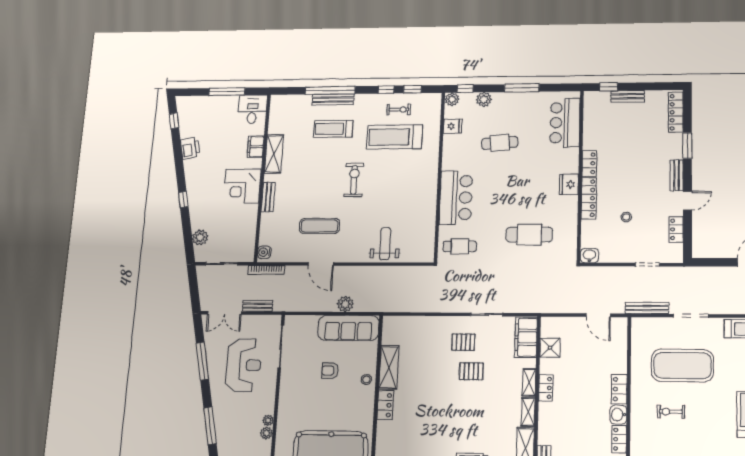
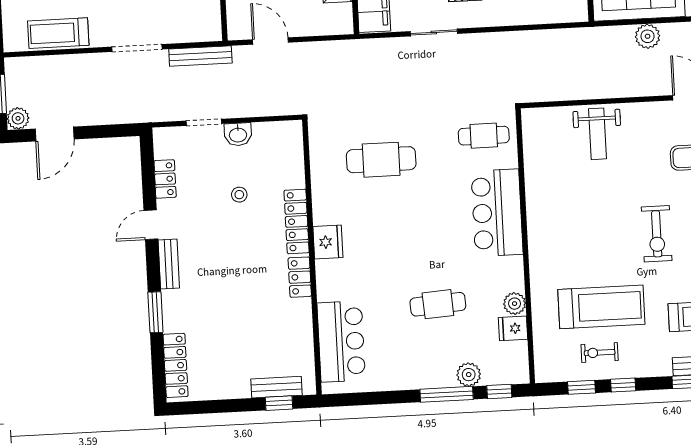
window: (522, 88) -> (447, 394), moved
bench: (628, 96) -> (276, 387), moved
plant: (452, 99) -> (515, 304), moved
washbasin: (589, 256) -> (238, 134), moved

